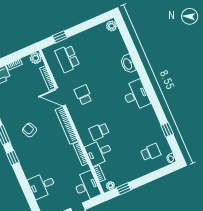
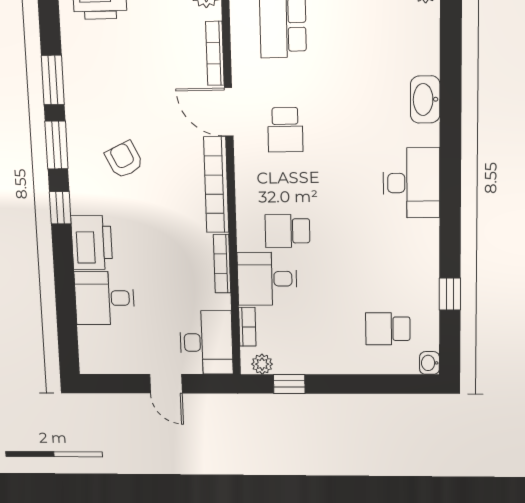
school desk: (83, 95) -> (285, 130), turned 180
school desk: (151, 152) -> (388, 329), turned 180
printer: (29, 166) -> (92, 243), added

